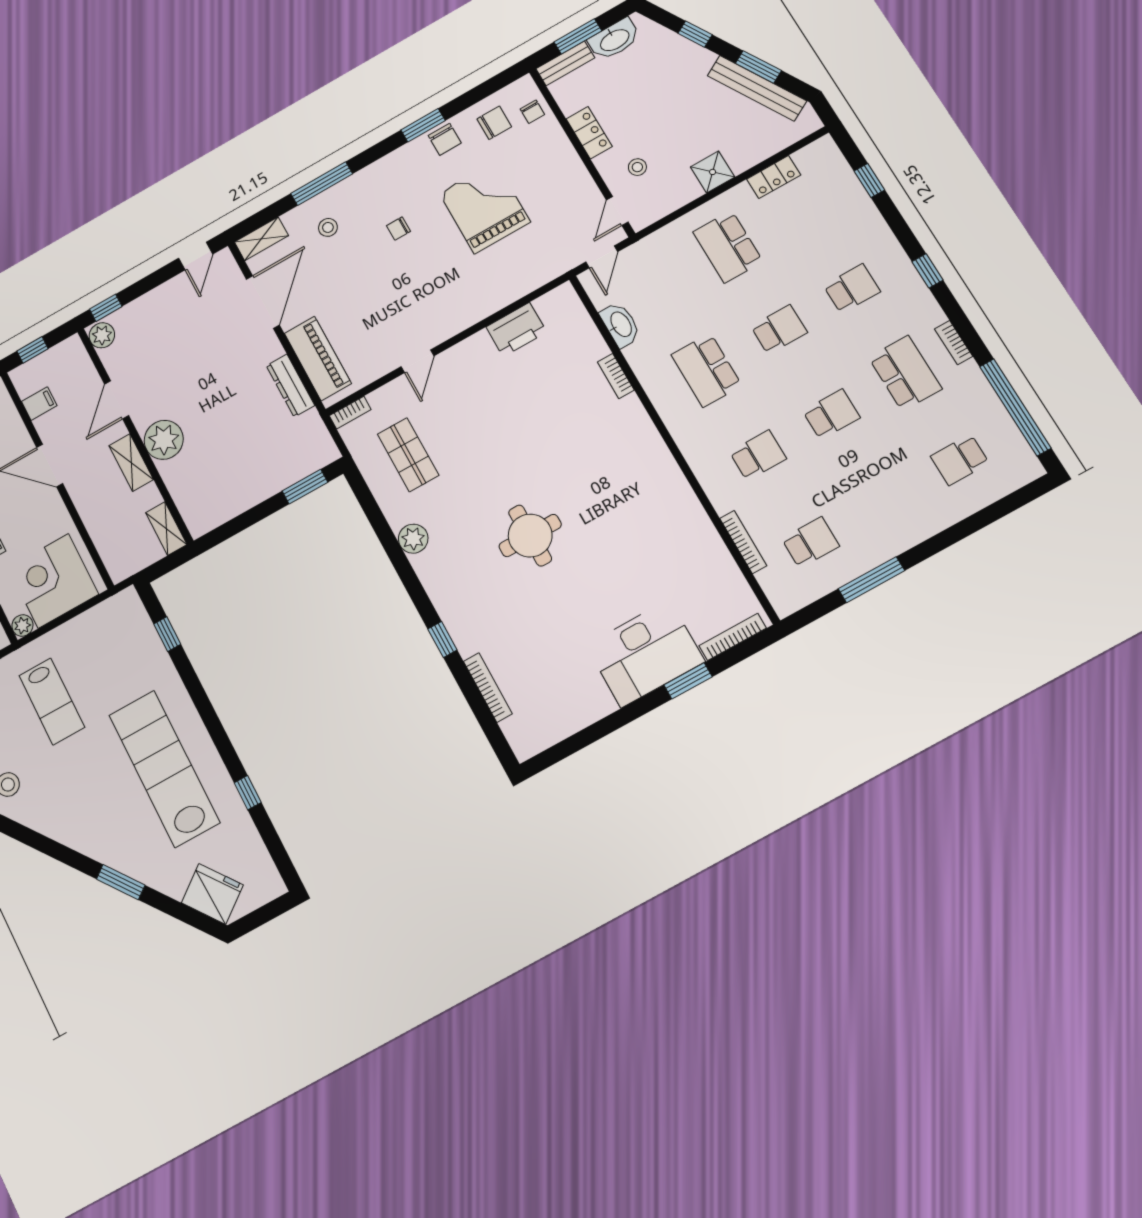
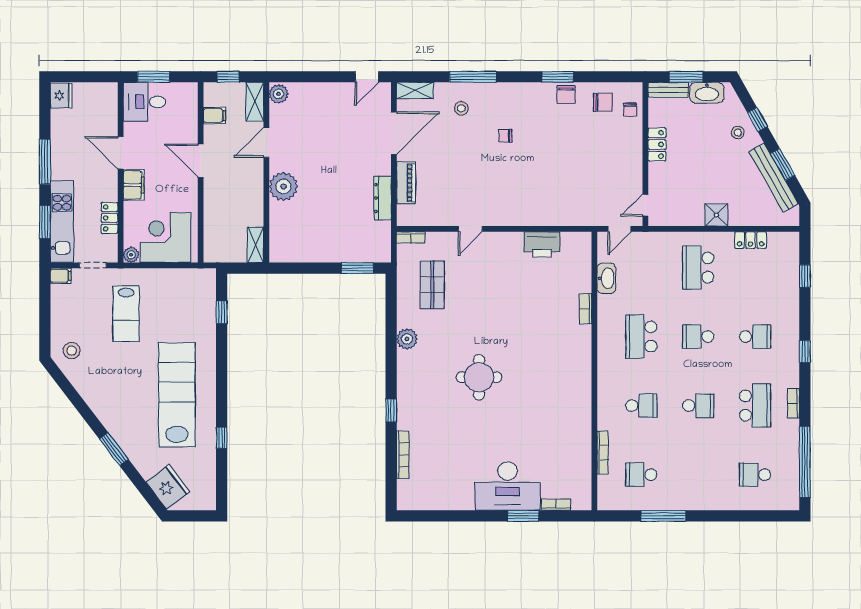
stool: (637, 167) -> (738, 132), moved
grand piano: (485, 208) -> (566, 154), removed
window: (106, 308) -> (290, 77), removed
school desk: (779, 329) -> (698, 337), turned 180
piano: (318, 358) -> (406, 183), width x0.73, depth x0.75
shelving: (131, 463) -> (255, 102), moved
school desk: (810, 542) -> (641, 475), turned 180
bookcase: (733, 637) -> (556, 505), width x0.64

